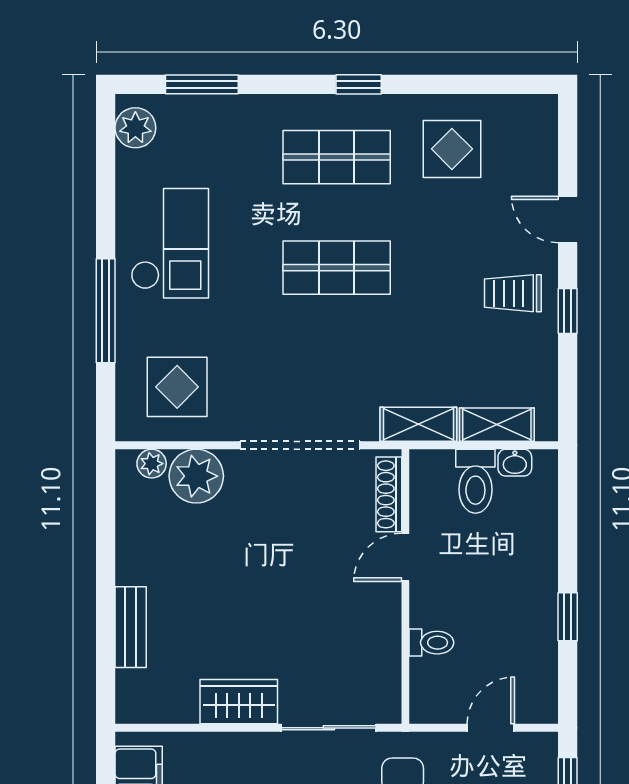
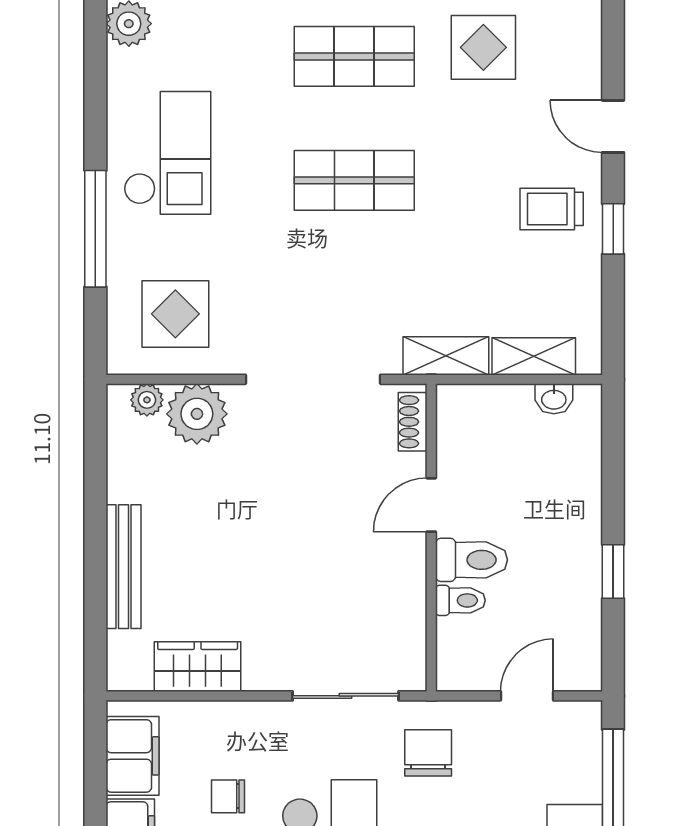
toilet: (475, 481) -> (471, 560), moved, turned -90
shoe rack: (389, 494) -> (413, 422), width x0.70
bench: (131, 627) -> (123, 567), width x1.36
wardrobe: (239, 702) -> (198, 667), moved

